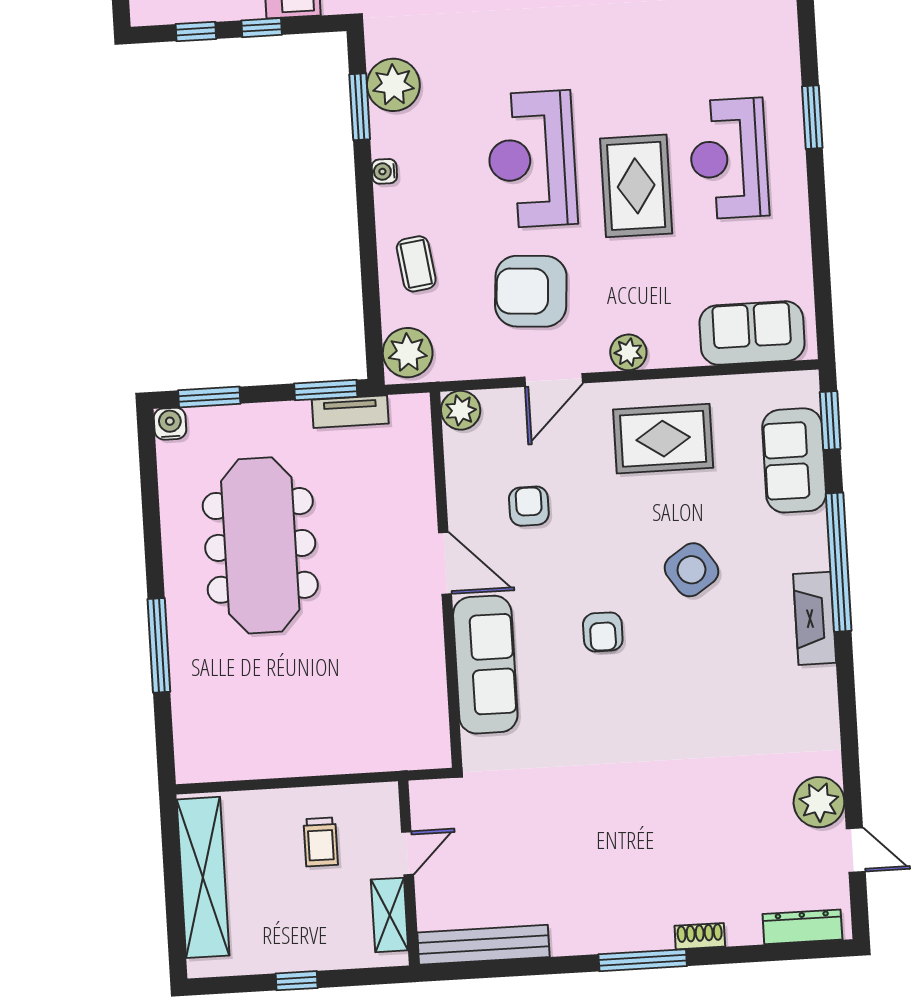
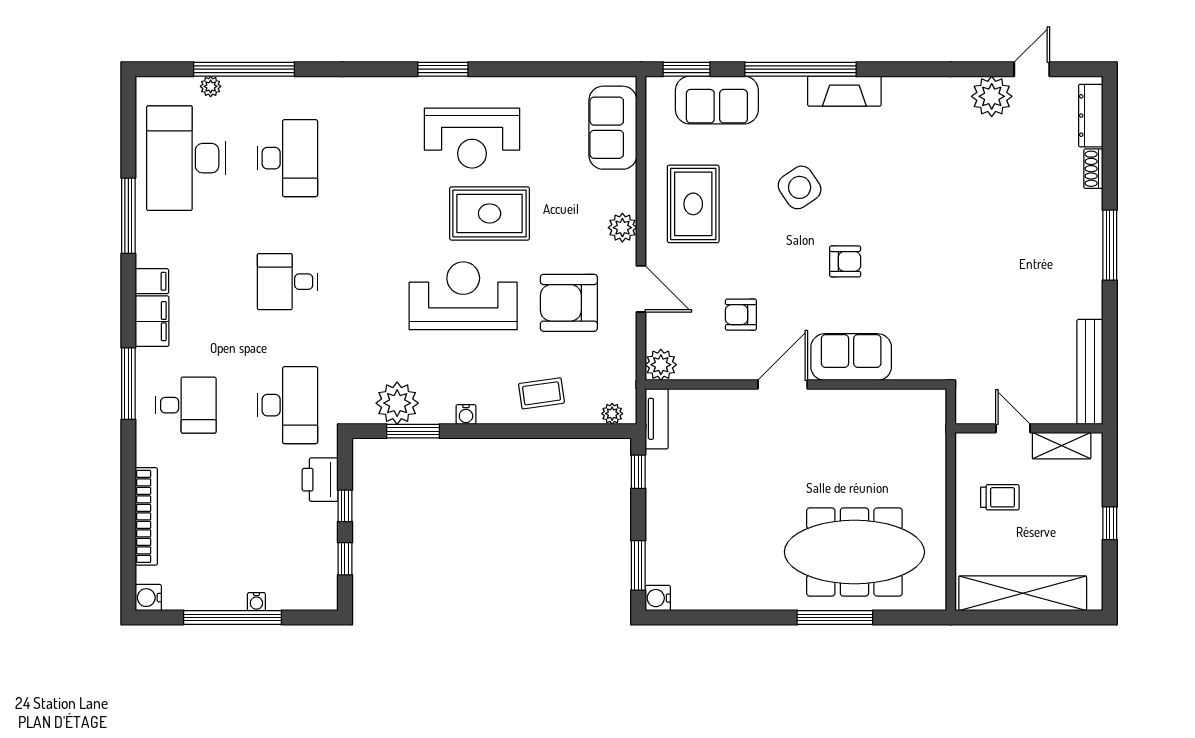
reception desk: (532, 159) -> (463, 296), turned 180
armchair: (531, 291) -> (569, 303), turned 86
plant: (408, 353) -> (612, 414), width x0.53, depth x0.53
window: (326, 390) -> (638, 472), width x0.67
tv unit: (350, 412) -> (657, 419), moved
meeting table: (260, 545) -> (854, 552), moved
sofa: (485, 665) -> (851, 357), width x0.73
shoe rack: (700, 936) -> (1093, 169), moved

